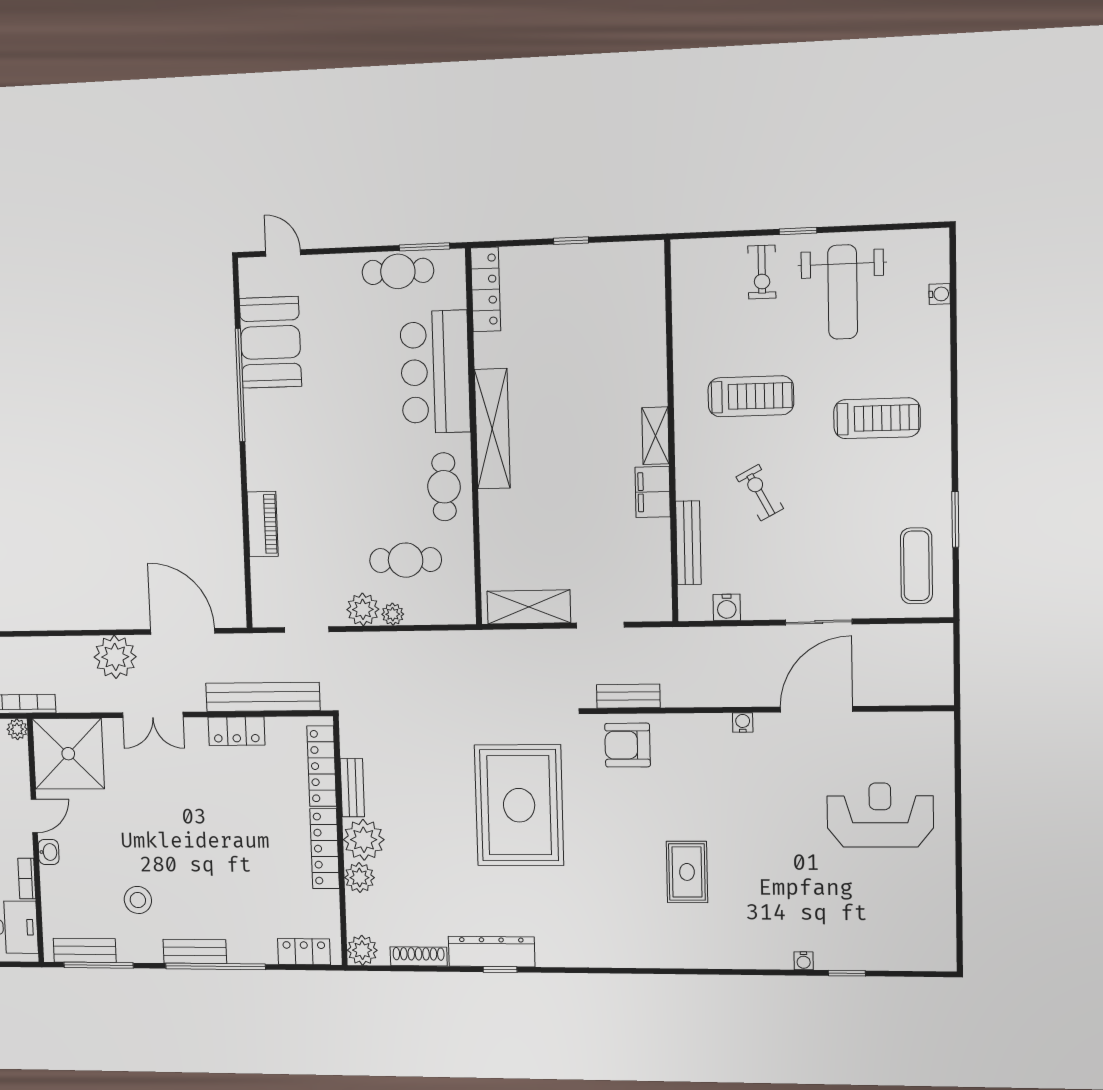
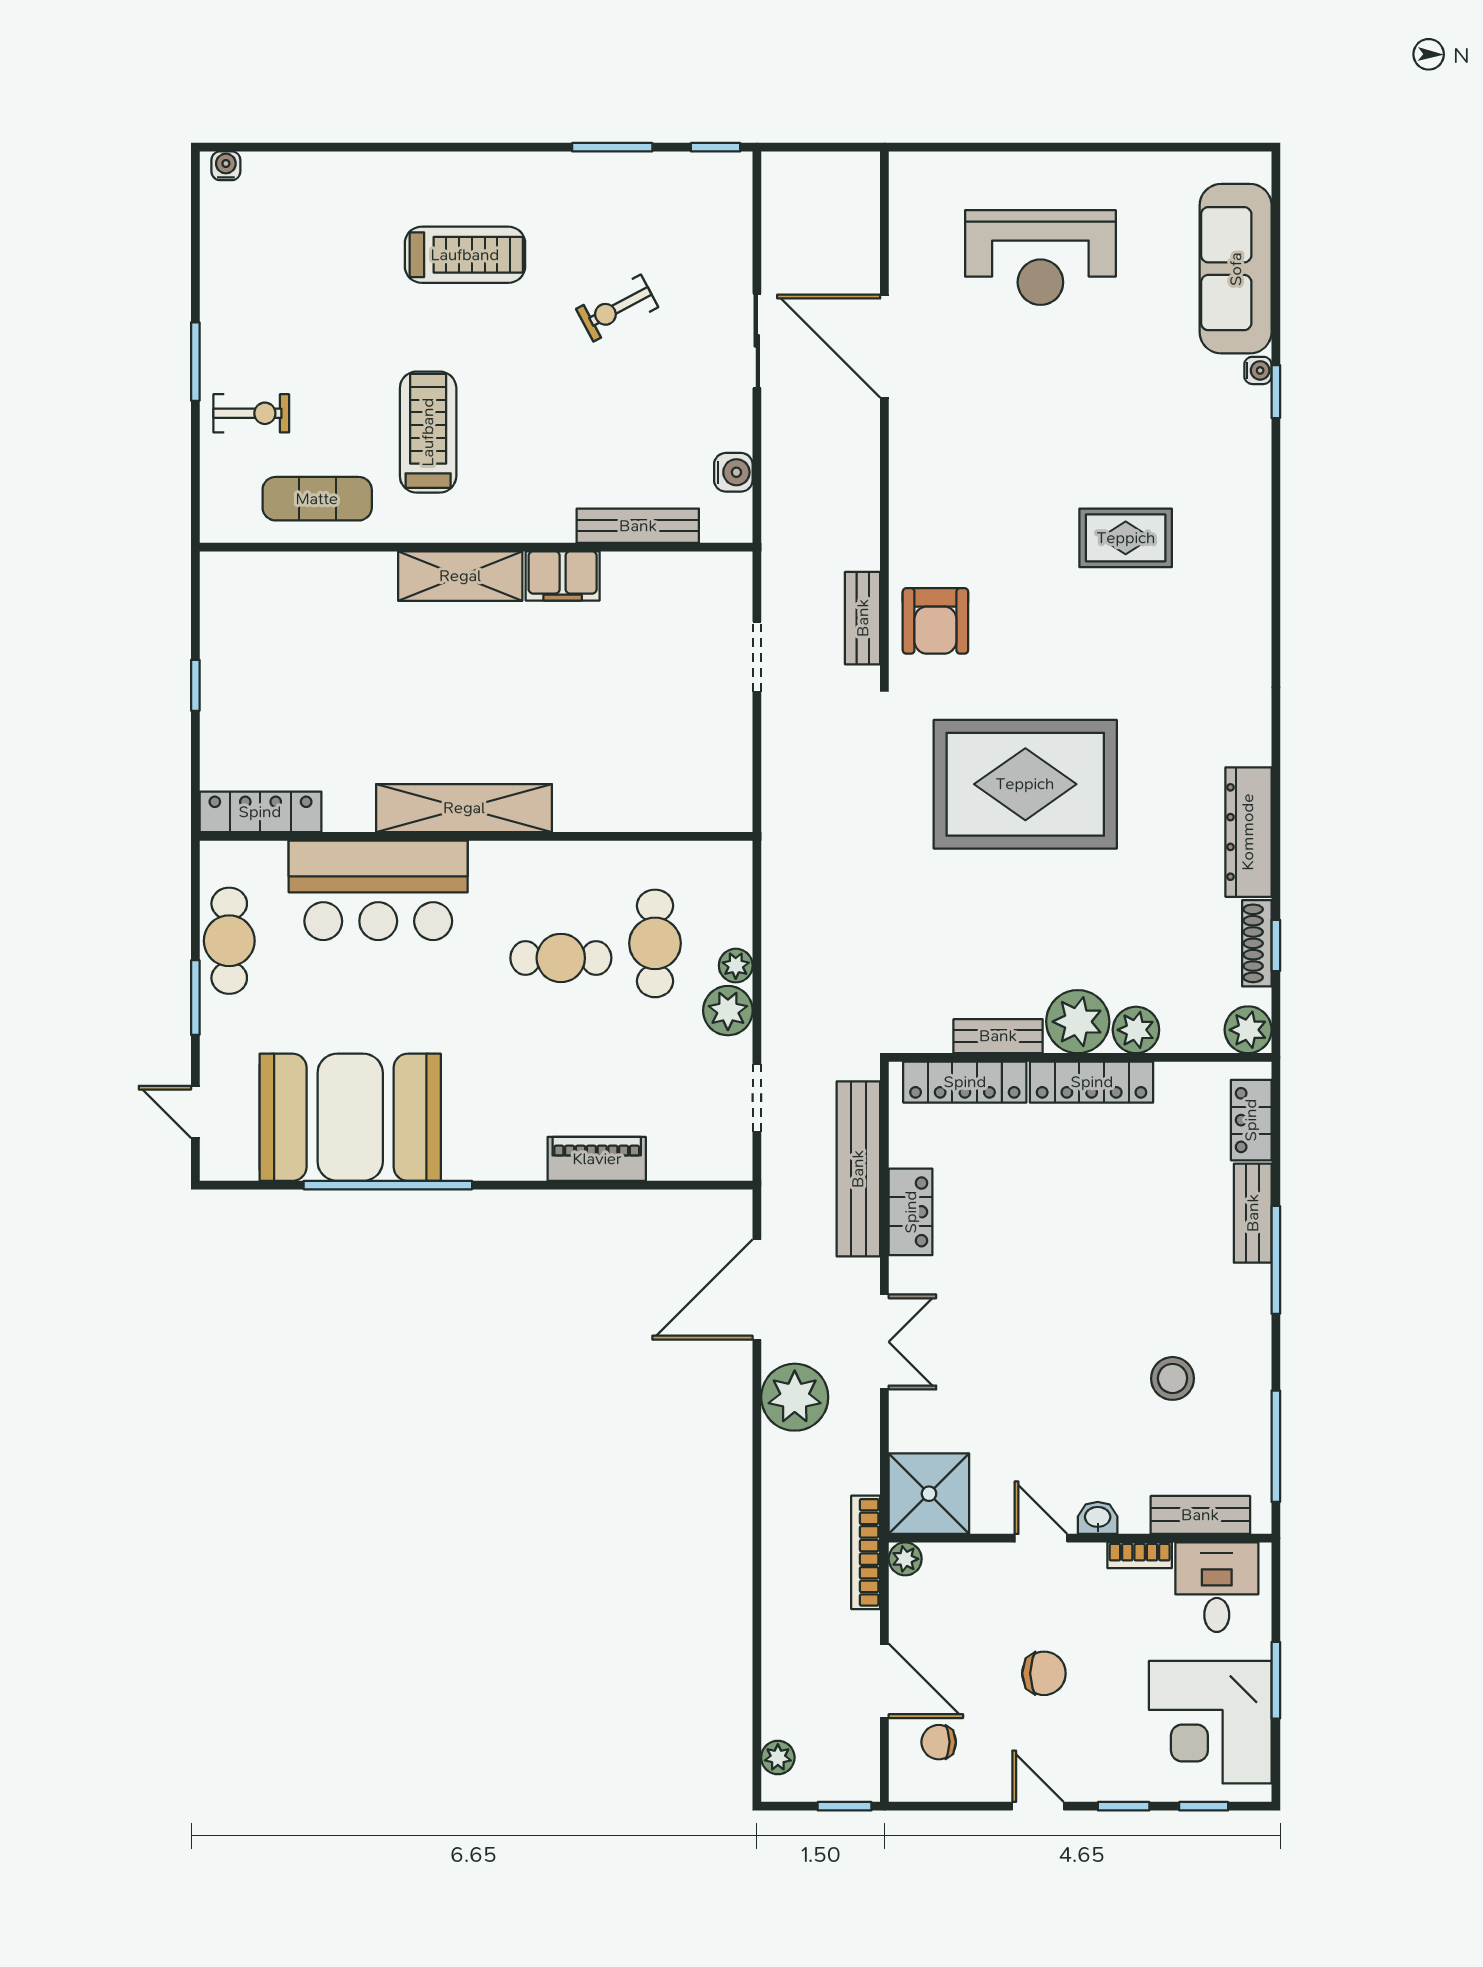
window: (798, 231) -> (195, 362), width x1.50
window: (425, 247) -> (195, 998), moved
door: (283, 253) -> (195, 1112), hinge flipped
weight bench: (843, 292) -> (284, 300), removed
water cooler: (940, 294) -> (226, 166), moved
booth: (270, 342) -> (350, 1117), width x1.36, depth x1.42
treadmill: (877, 418) -> (465, 255), turned 90
shelving: (655, 436) -> (460, 576), width x1.50, depth x1.33
cafe table: (444, 487) -> (561, 958), moved
exercise bike: (760, 493) -> (617, 308), moved
exercise mat: (916, 566) -> (317, 499), moved
window: (956, 591) -> (716, 147), added
shelving: (529, 607) -> (728, 761), removed
water cooler: (743, 723) -> (903, 452), removed
shower: (68, 754) -> (929, 1494), width x0.73, depth x0.73
reception desk: (880, 815) -> (1040, 258), turned -90
sofa: (874, 947) -> (1236, 269), added
bench: (85, 950) -> (1200, 1515), moved, turned 90
bench: (195, 951) -> (1253, 1213), moved
window: (215, 966) -> (1276, 1260), width x0.68
window: (500, 969) -> (1276, 945), moved
window: (847, 973) -> (1276, 392), moved

